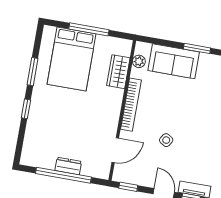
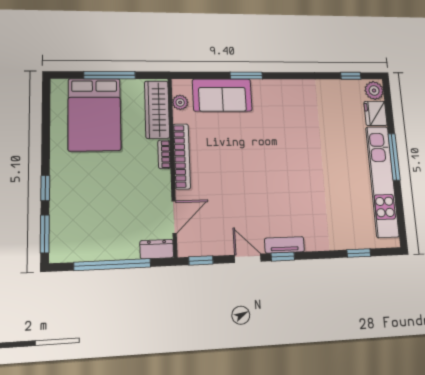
window: (32, 72) -> (45, 234), moved
wardrobe: (118, 72) -> (157, 110), width x1.50
bookcase: (118, 100) -> (164, 154), added
side table: (166, 140) -> (235, 191), removed
dresser: (68, 166) -> (157, 249), moved

